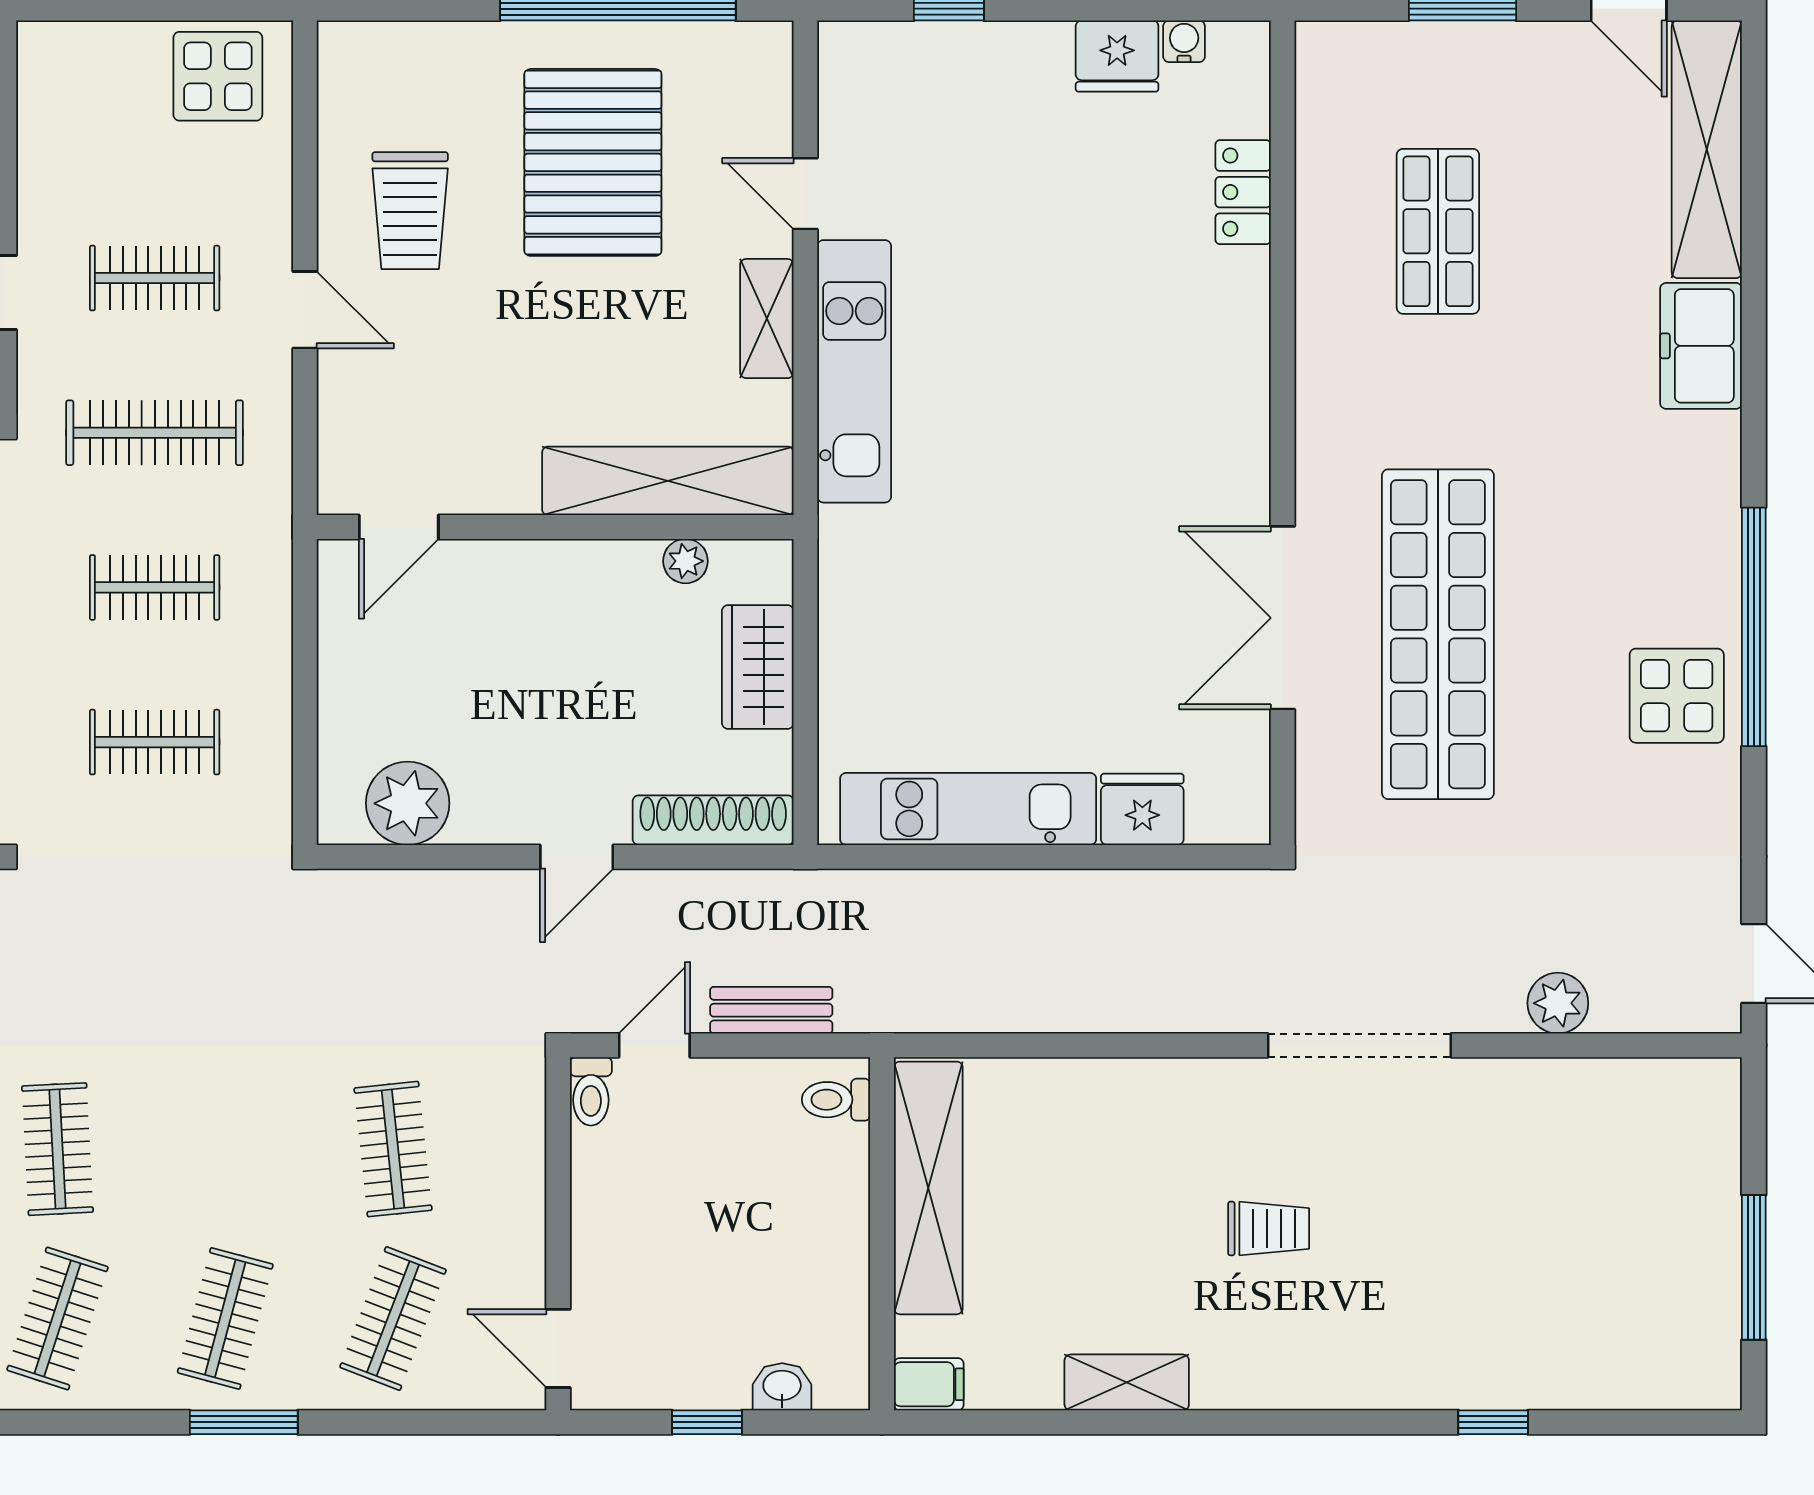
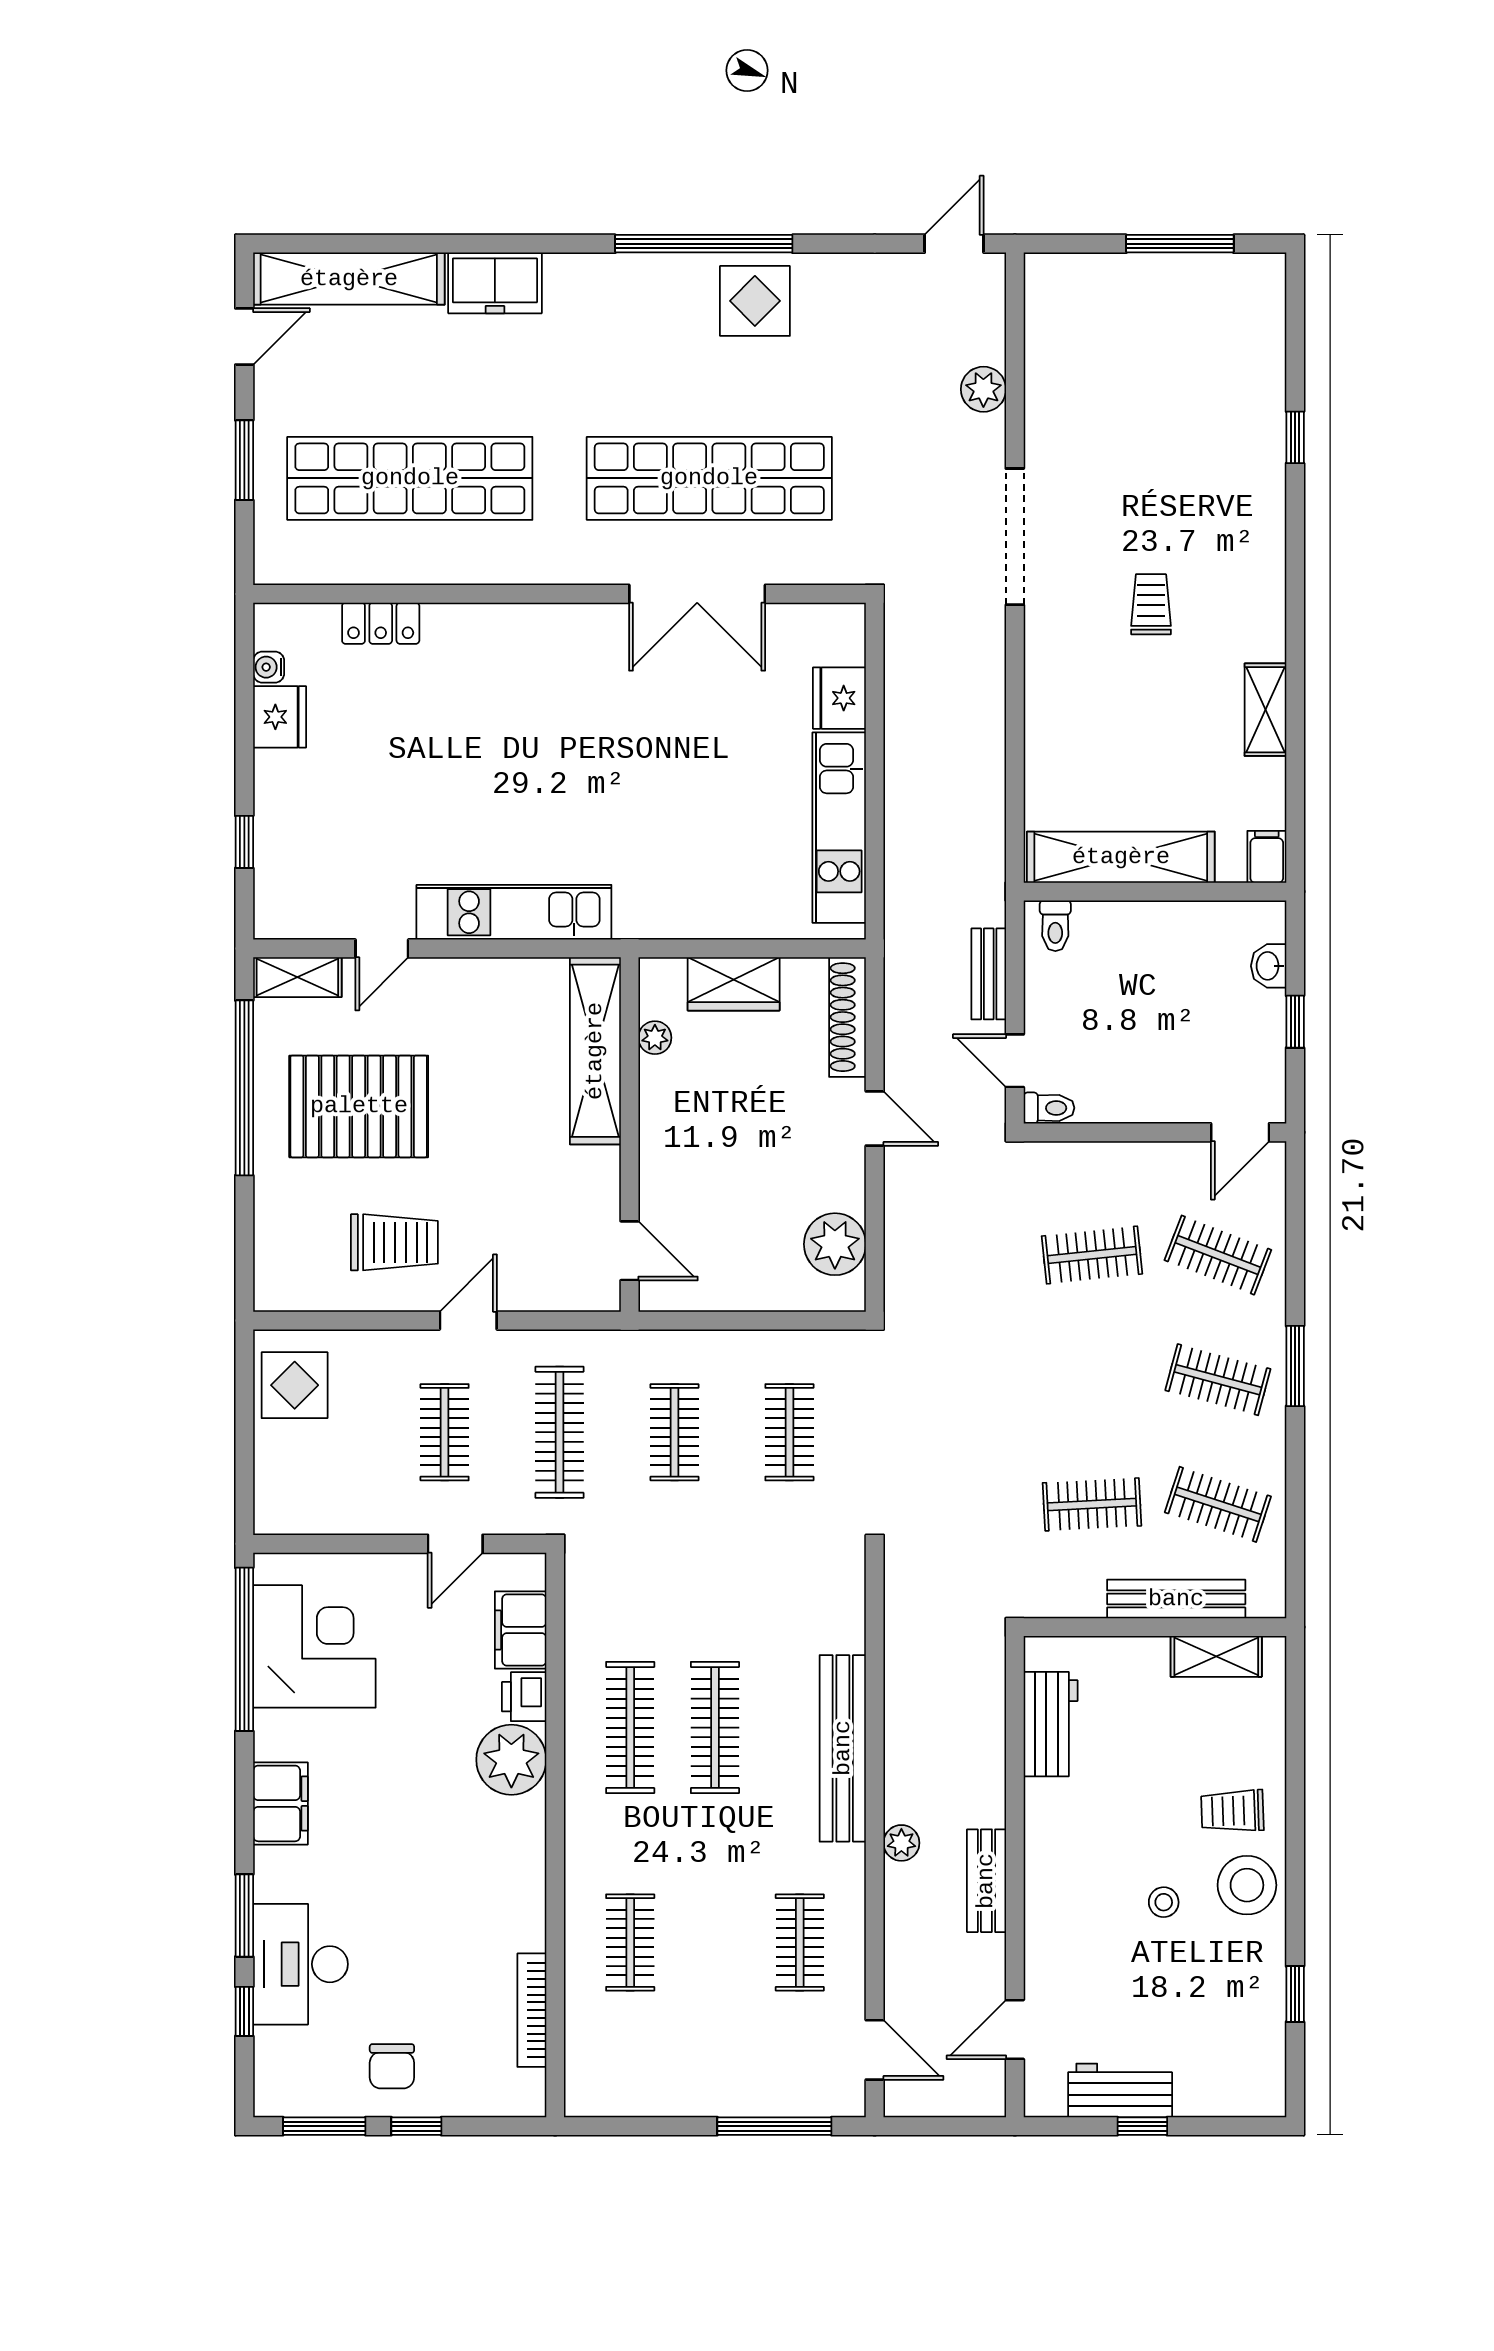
shop shelf: (1438, 231) -> (410, 478), width x2.00, depth x1.36
shelving: (767, 319) -> (297, 977), moved

